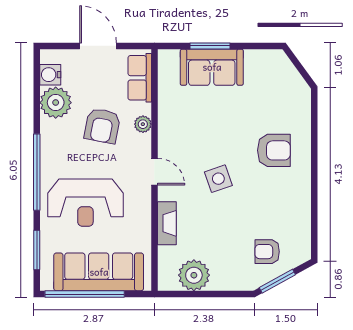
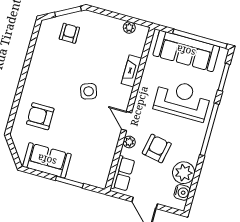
sofa: (212, 67) -> (47, 160), moved
armchair: (274, 150) -> (40, 116), moved
door: (154, 172) -> (127, 121), moved
armchair: (267, 252) -> (69, 33), turned -90
plant: (194, 275) -> (129, 27), width x0.53, depth x0.53

